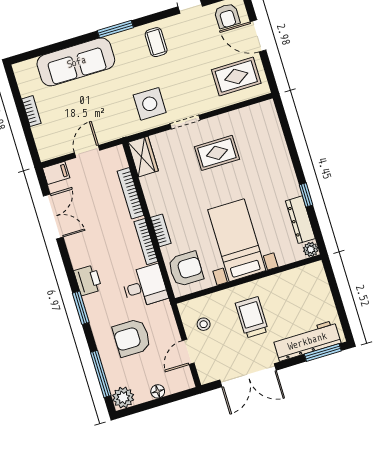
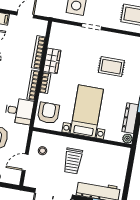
rug: (217, 153) -> (111, 67), moved
wardrobe: (143, 157) -> (52, 61), moved
armchair: (186, 269) -> (48, 113), turned -90
trolley: (252, 317) -> (73, 161), turned 180

